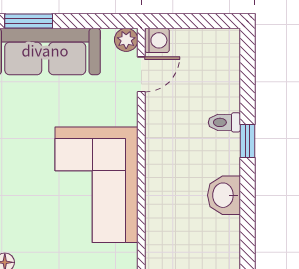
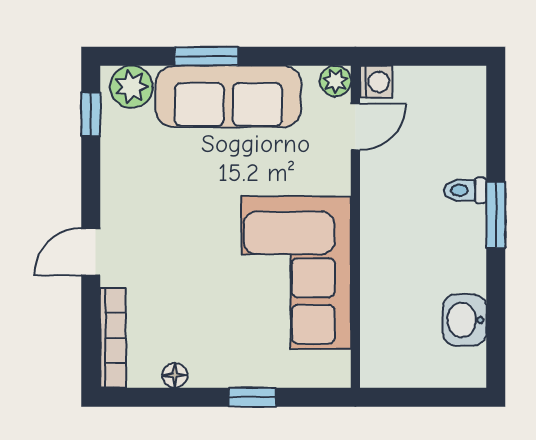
window: (247, 141) -> (496, 215), width x1.50
washbasin: (224, 195) -> (465, 320), moved

